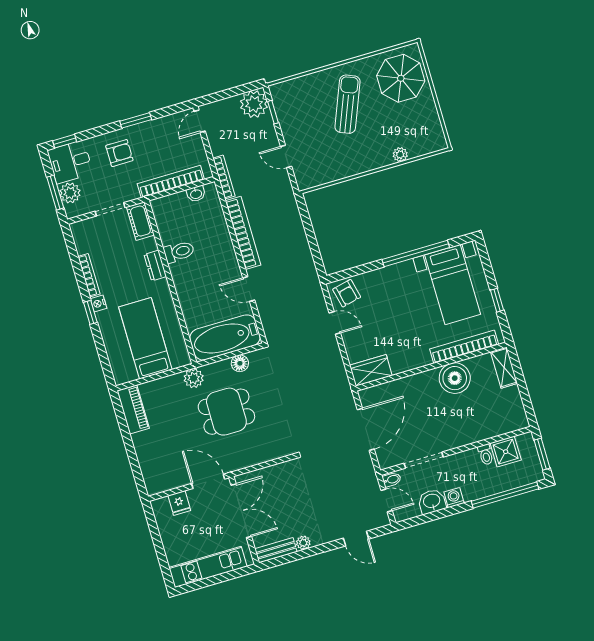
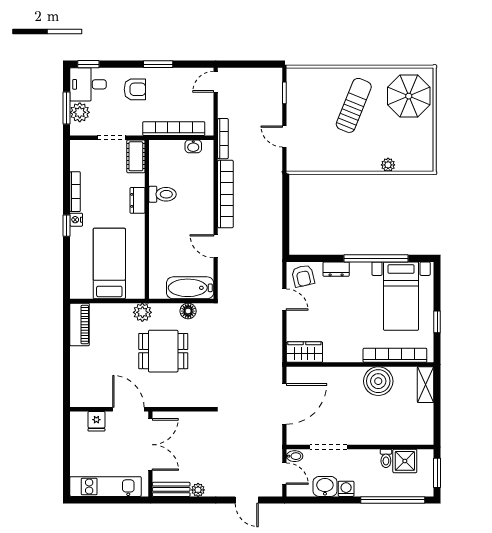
plant: (254, 104) -> (269, 81), removed
dresser: (378, 276) -> (336, 269), added
bathtub: (225, 337) -> (190, 288), width x0.73, depth x0.73

